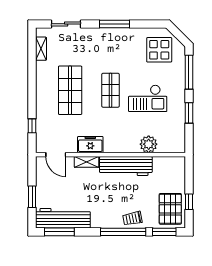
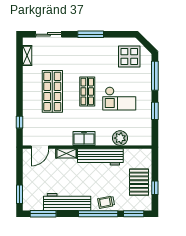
freezer: (90, 145) -> (84, 138), moved
door: (56, 155) -> (40, 147), hinge flipped
window: (32, 197) -> (19, 194), moved
pallet: (170, 209) -> (139, 182), moved
workbench: (63, 218) -> (67, 202), moved

